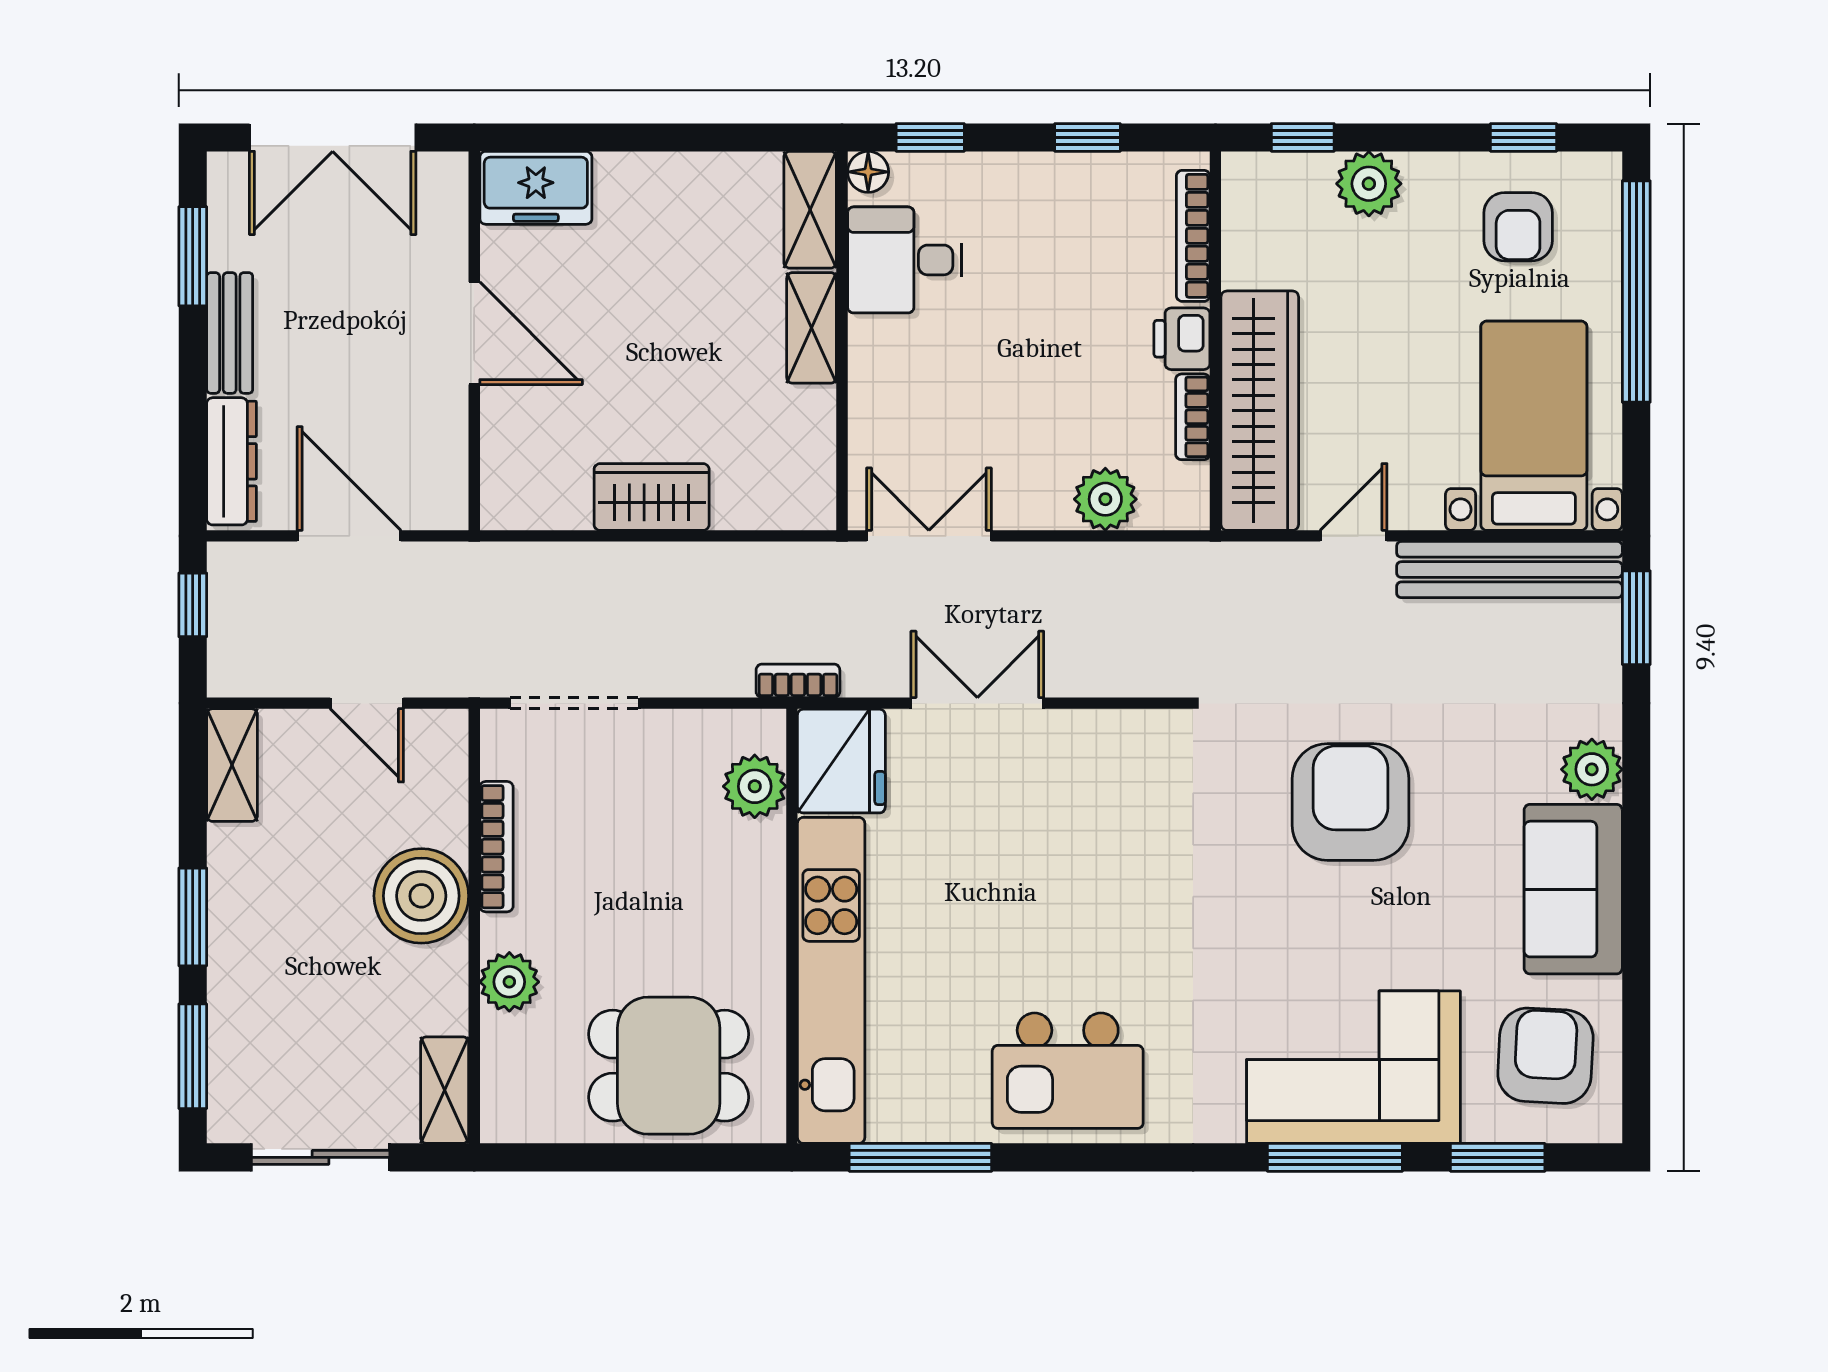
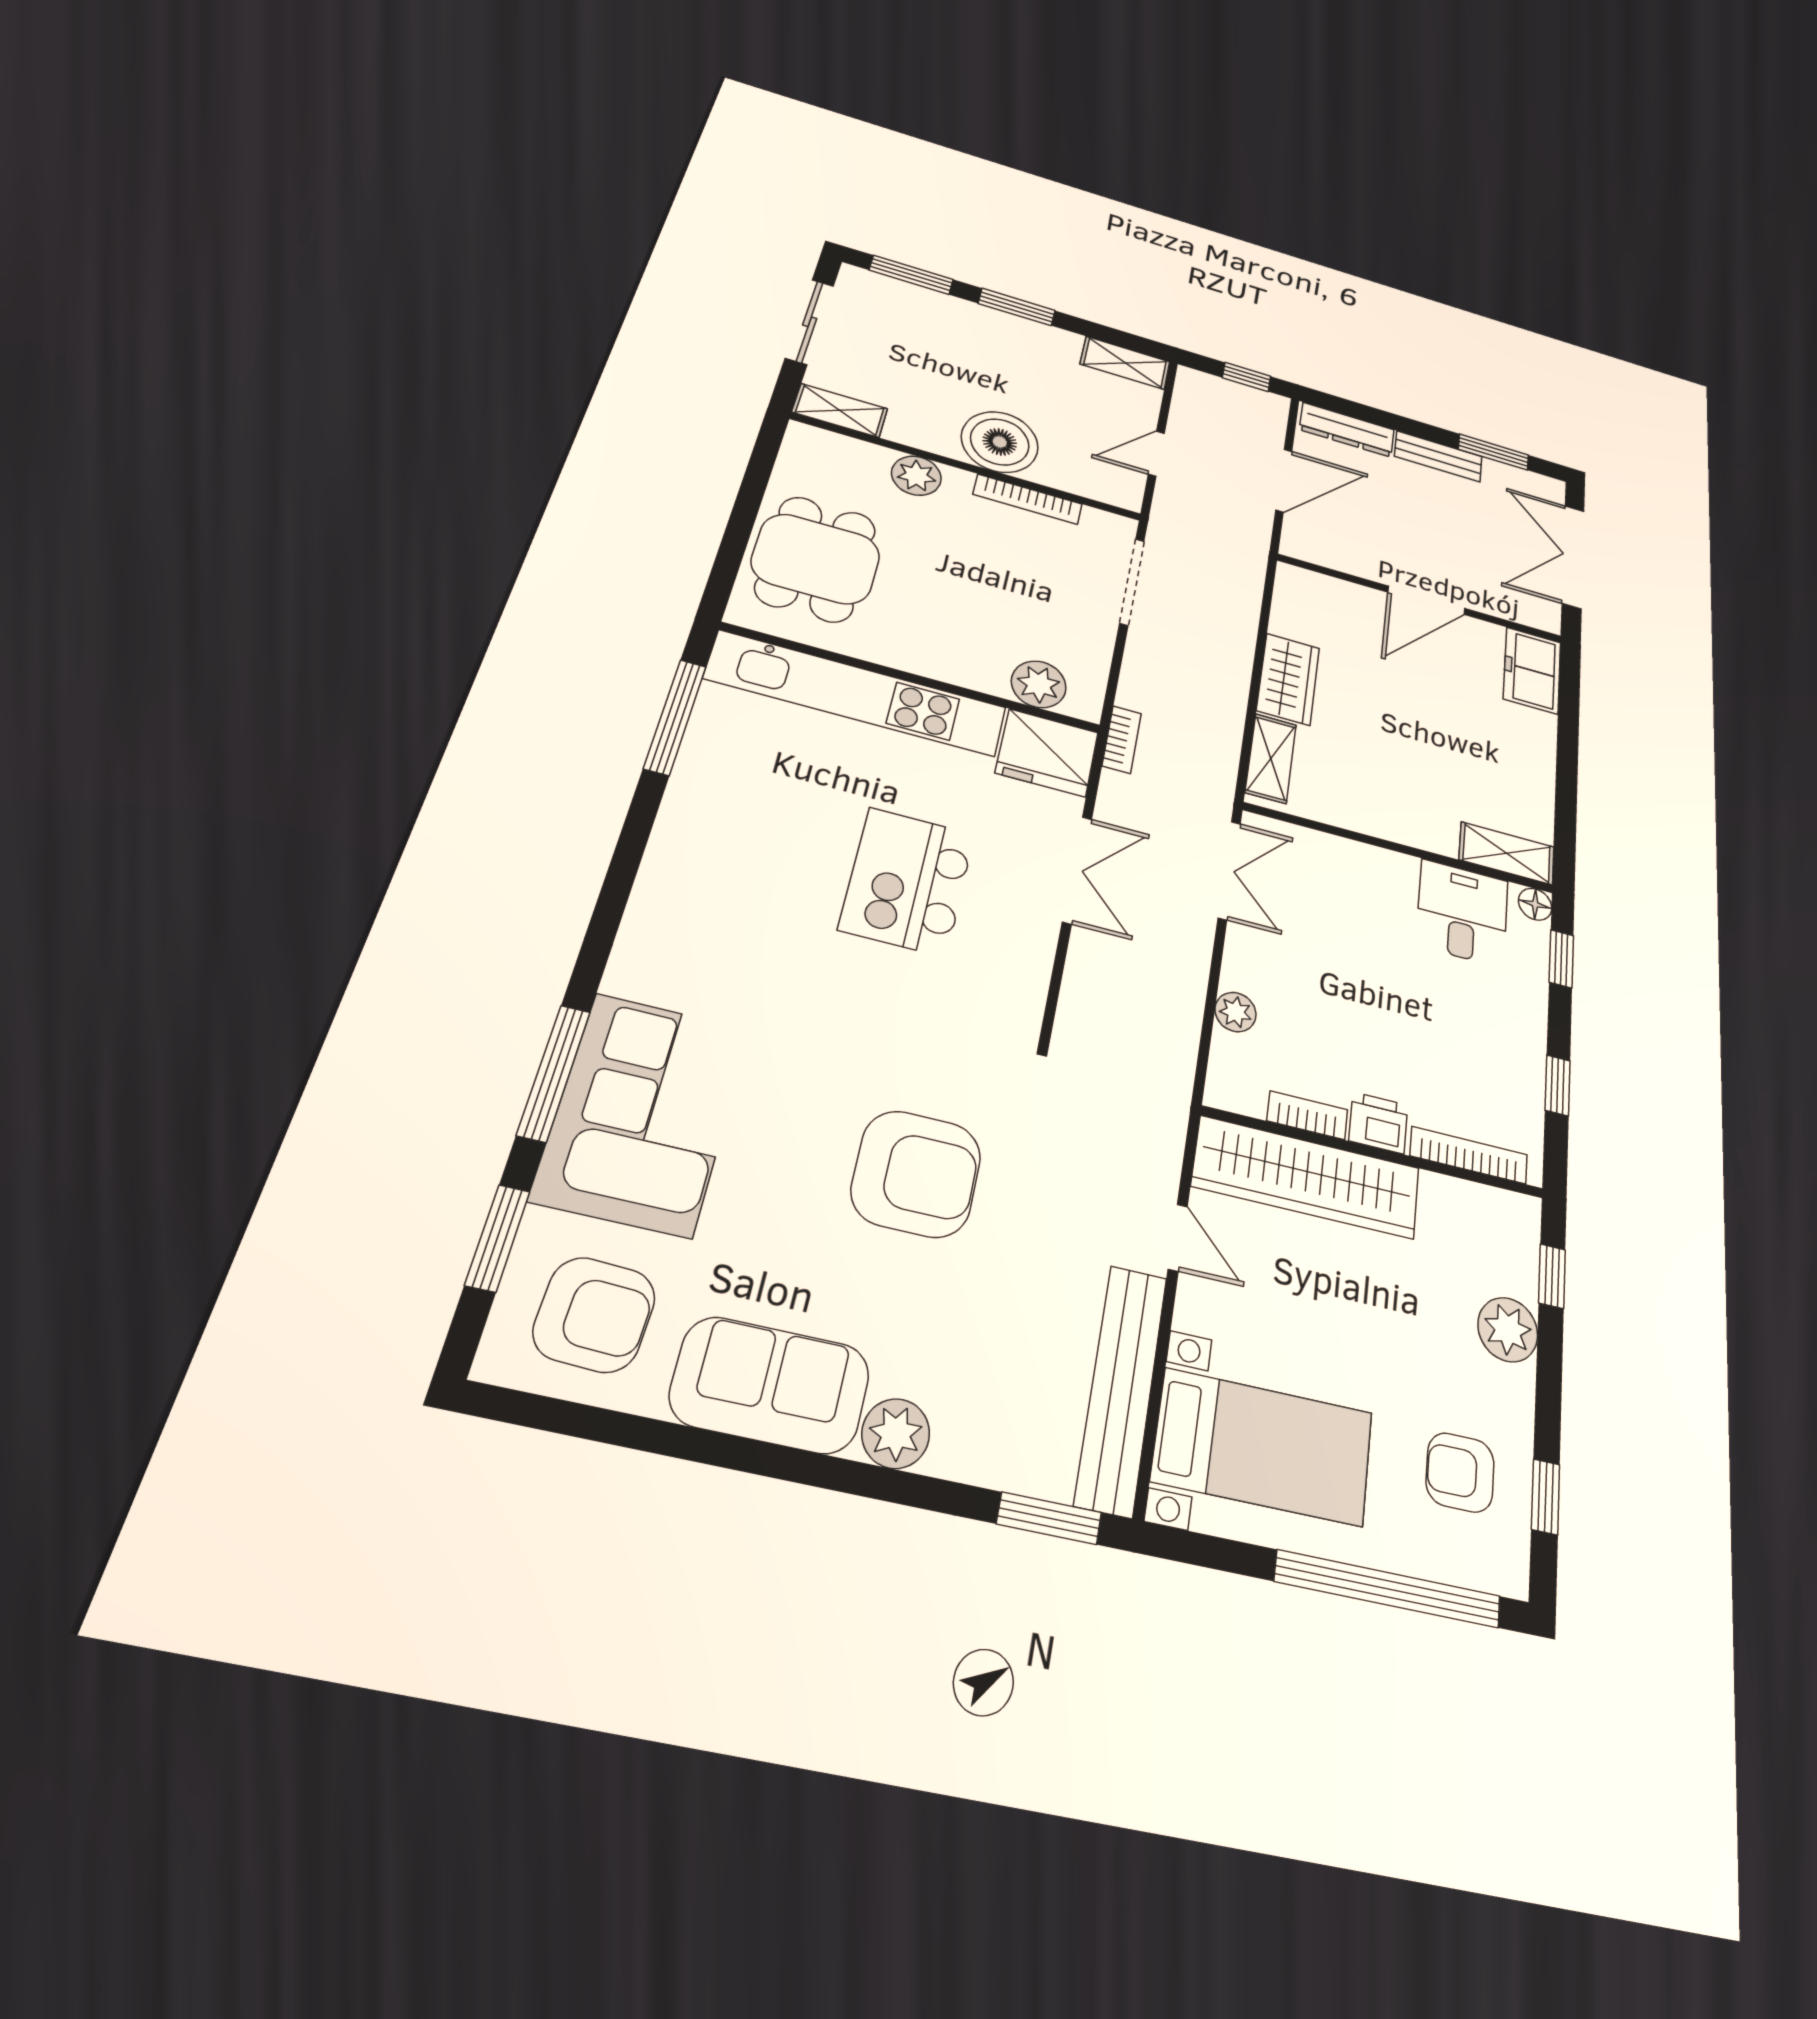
shelving: (812, 328) -> (1271, 758), moved, turned 90
plant: (1105, 499) -> (1235, 1012), width x0.73, depth x0.73
kitchen island: (1068, 1071) -> (907, 881), moved

